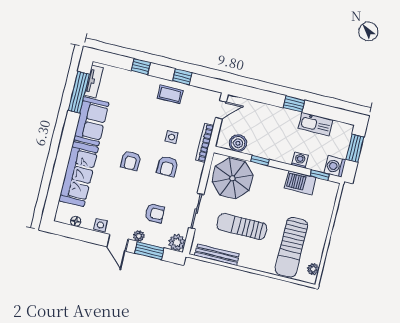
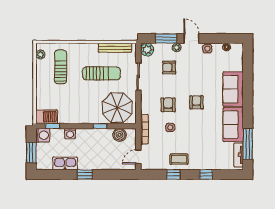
sofa: (79, 174) -> (233, 89), width x0.73
barbecue: (300, 183) -> (46, 117), moved
sun lounger: (291, 247) -> (61, 67), width x0.73, depth x0.75

